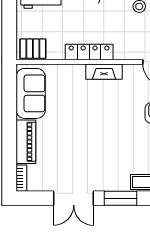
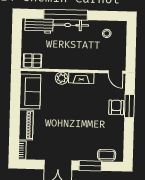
locker: (89, 52) -> (71, 64), removed
plant: (76, 73) -> (62, 78), added

